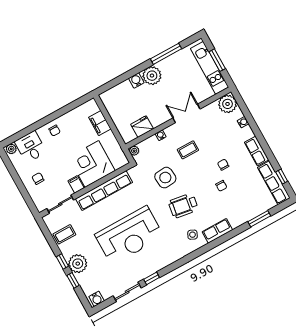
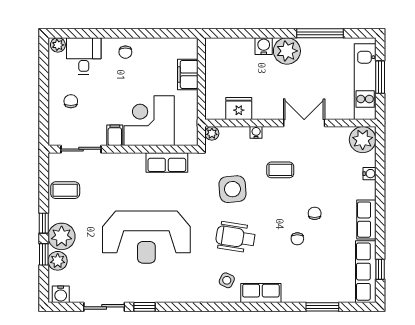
row of seats: (104, 191) -> (167, 163), width x0.50
plant: (84, 280) -> (58, 261), added

